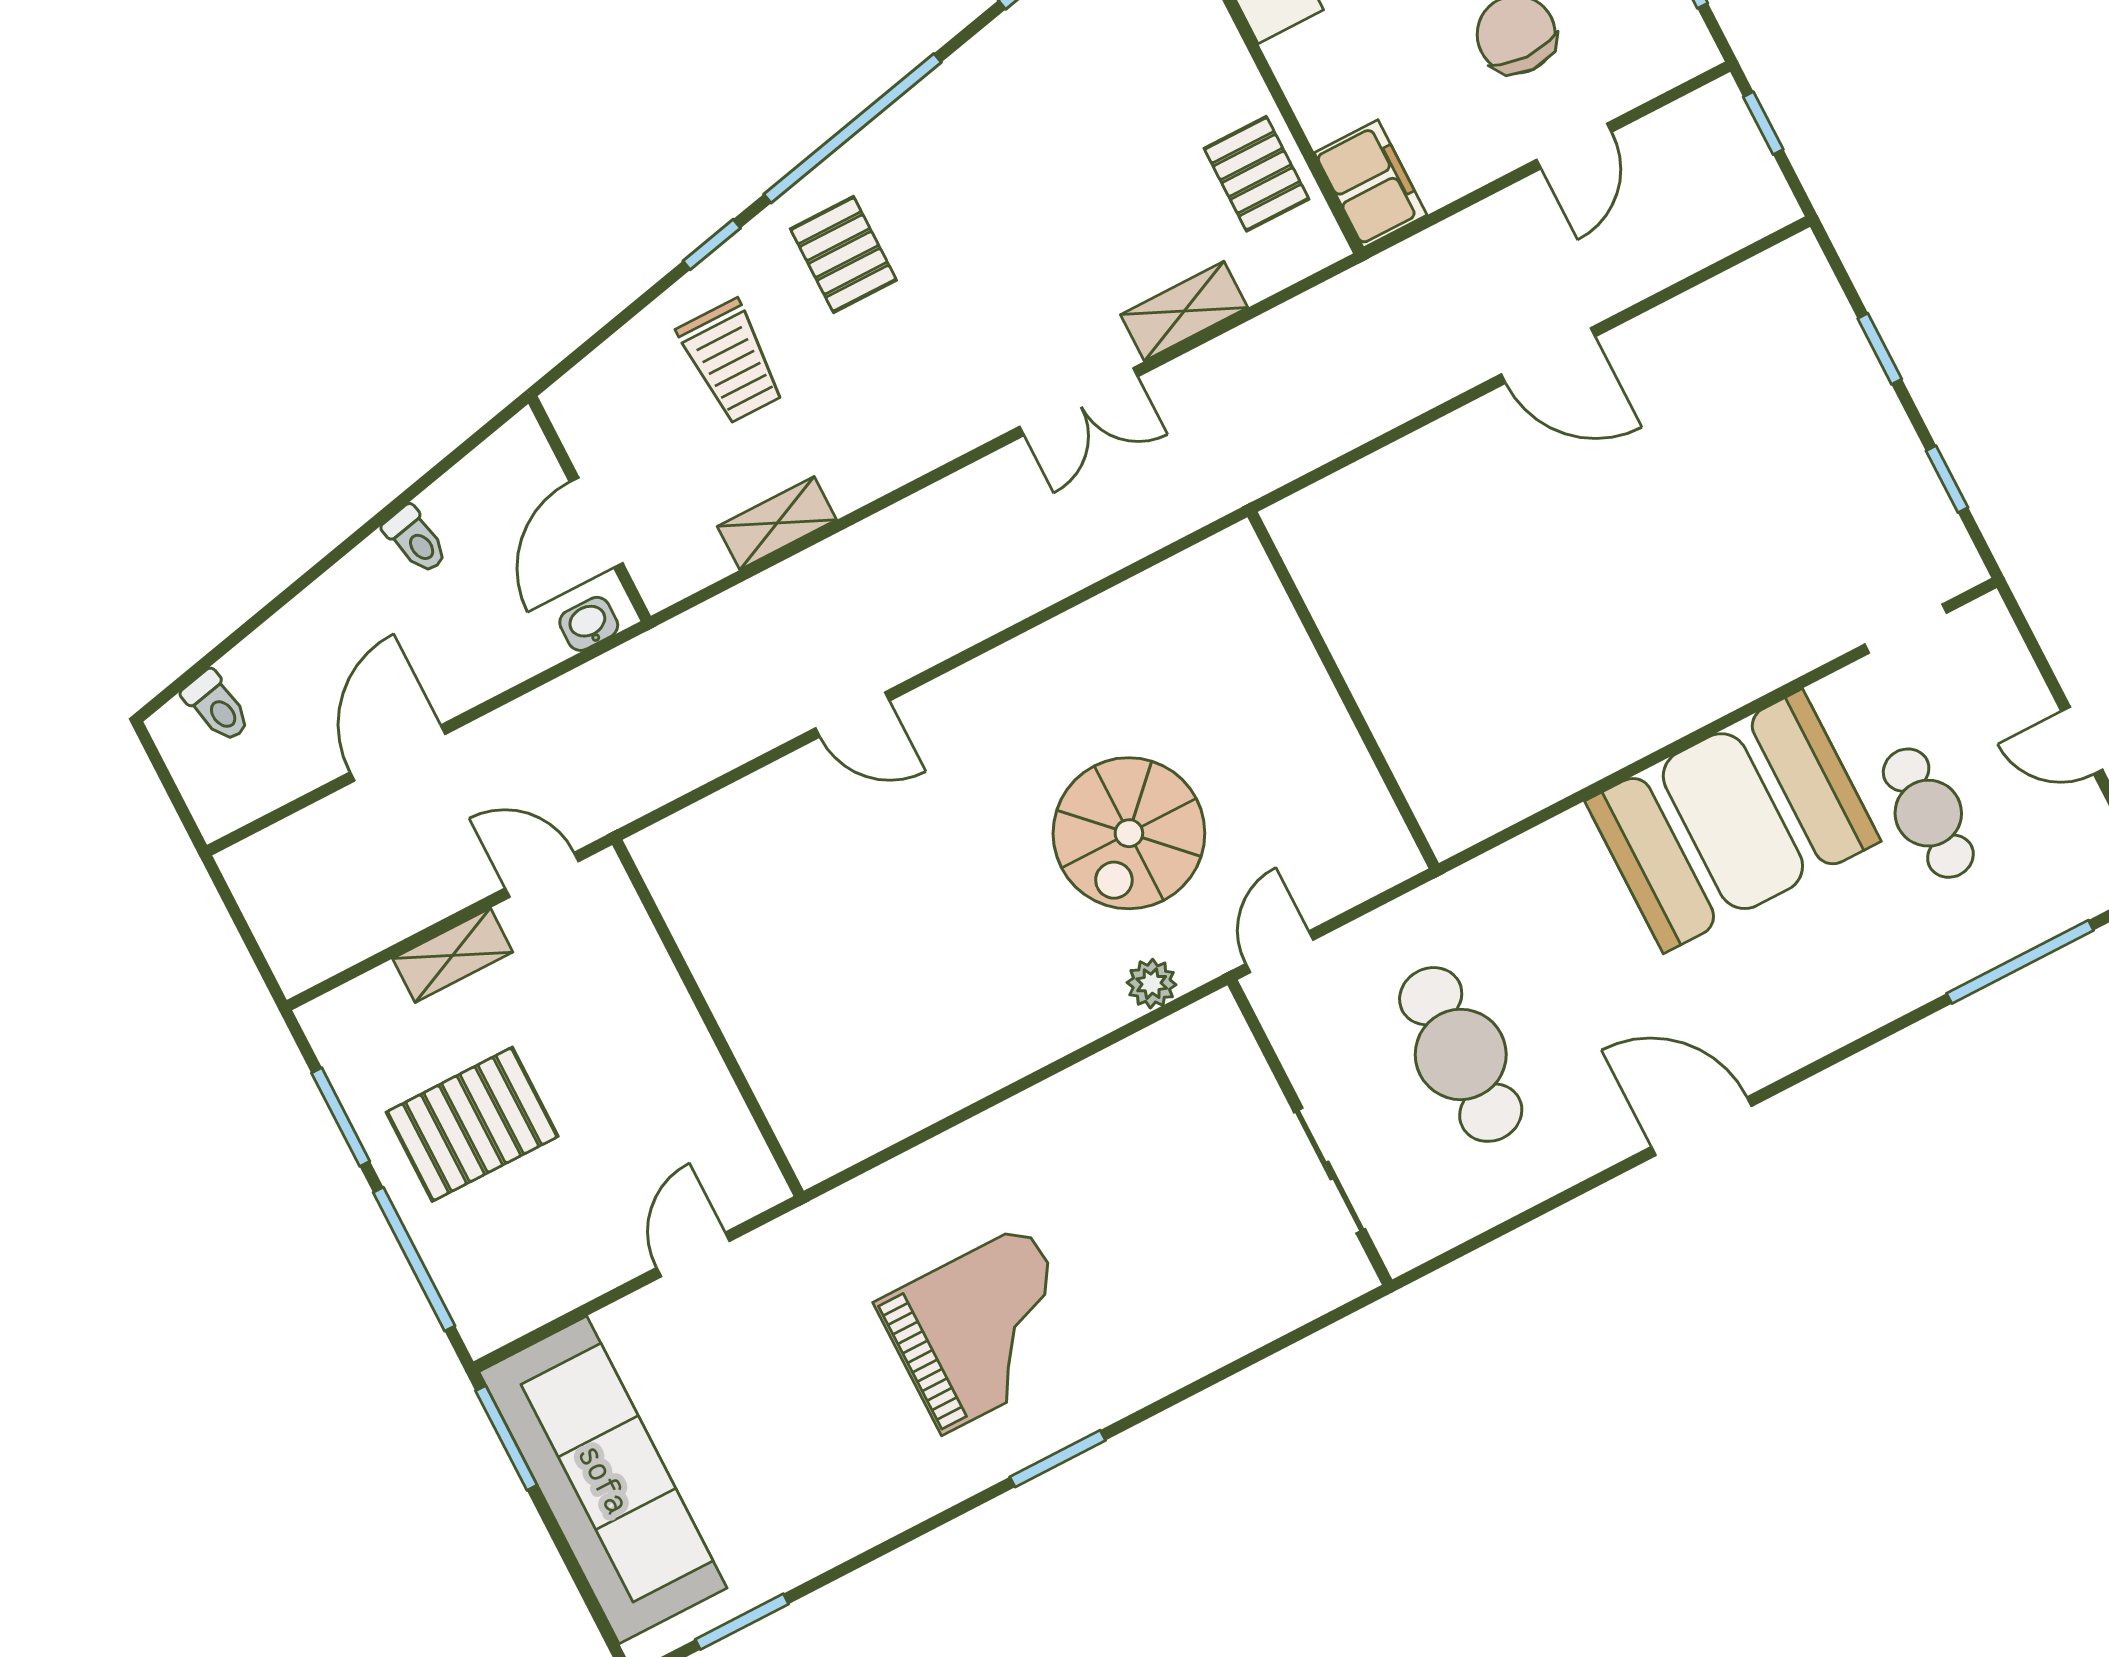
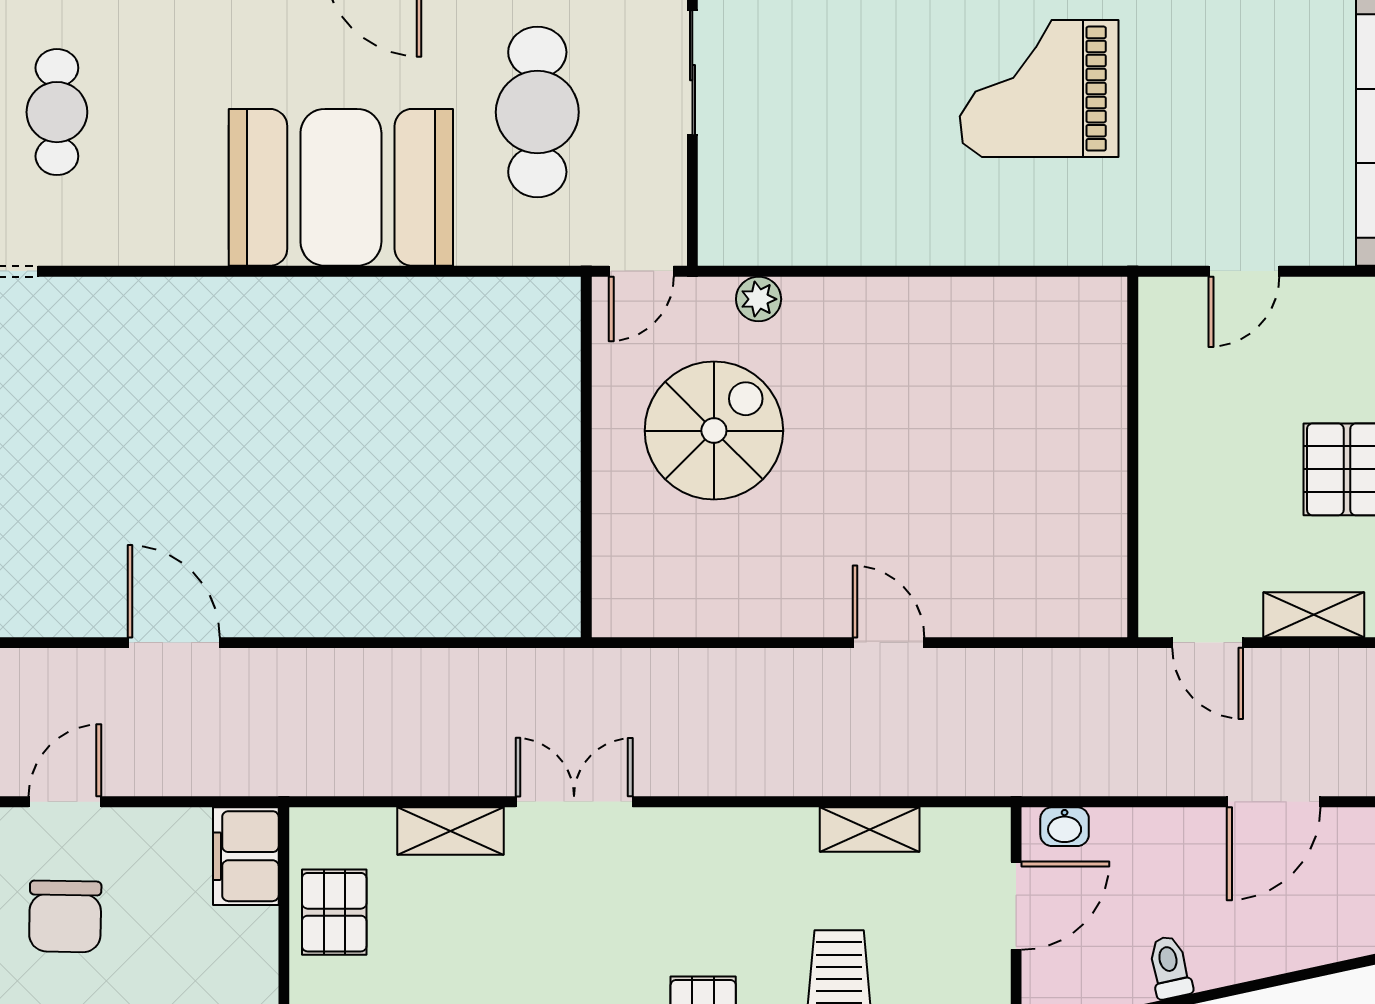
wall: (1343, 690) -> (586, 457), moved
booth: (1733, 821) -> (341, 187), moved

